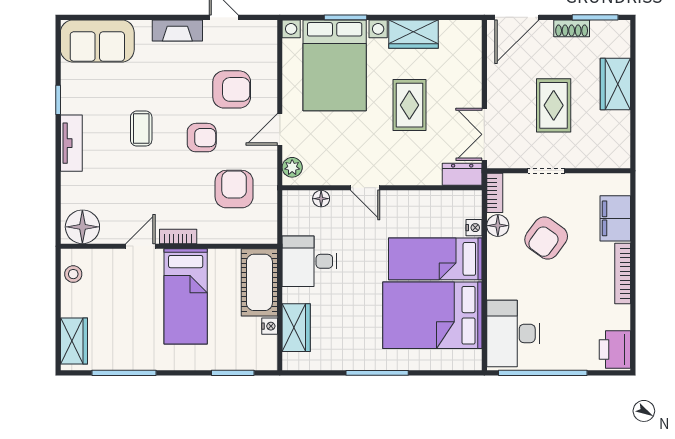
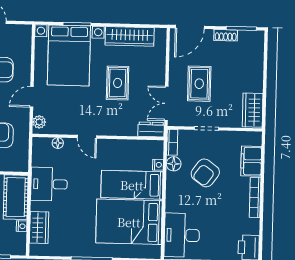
wardrobe: (414, 34) -> (130, 36), width x1.50
wardrobe: (615, 84) -> (253, 110), moved
rug: (554, 105) -> (199, 84), moved

